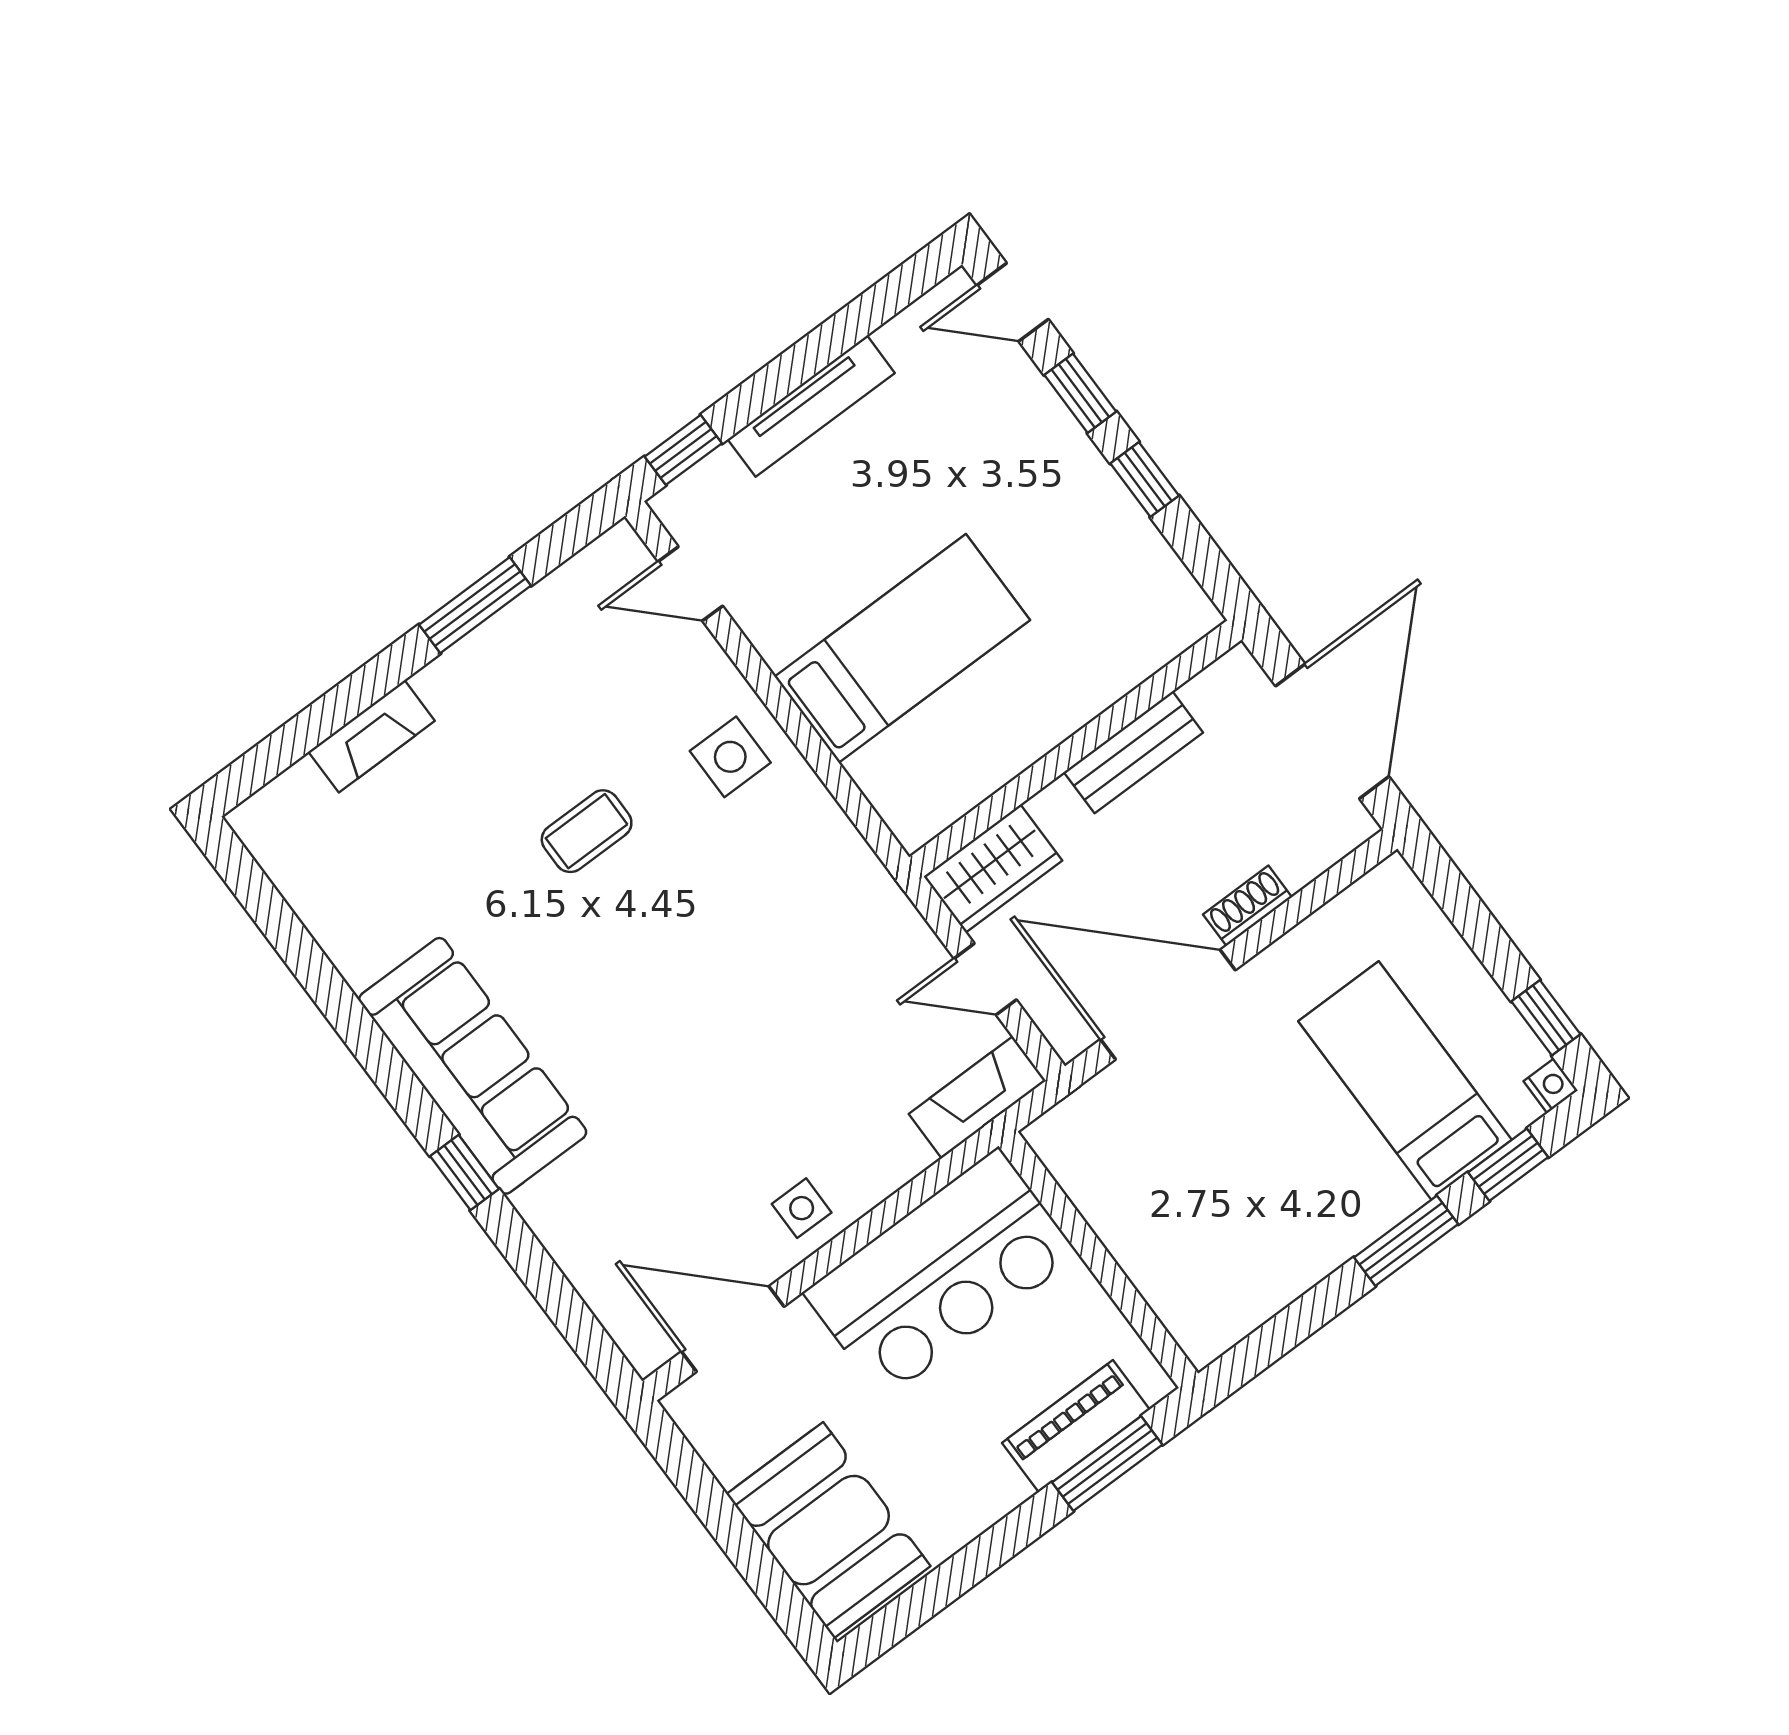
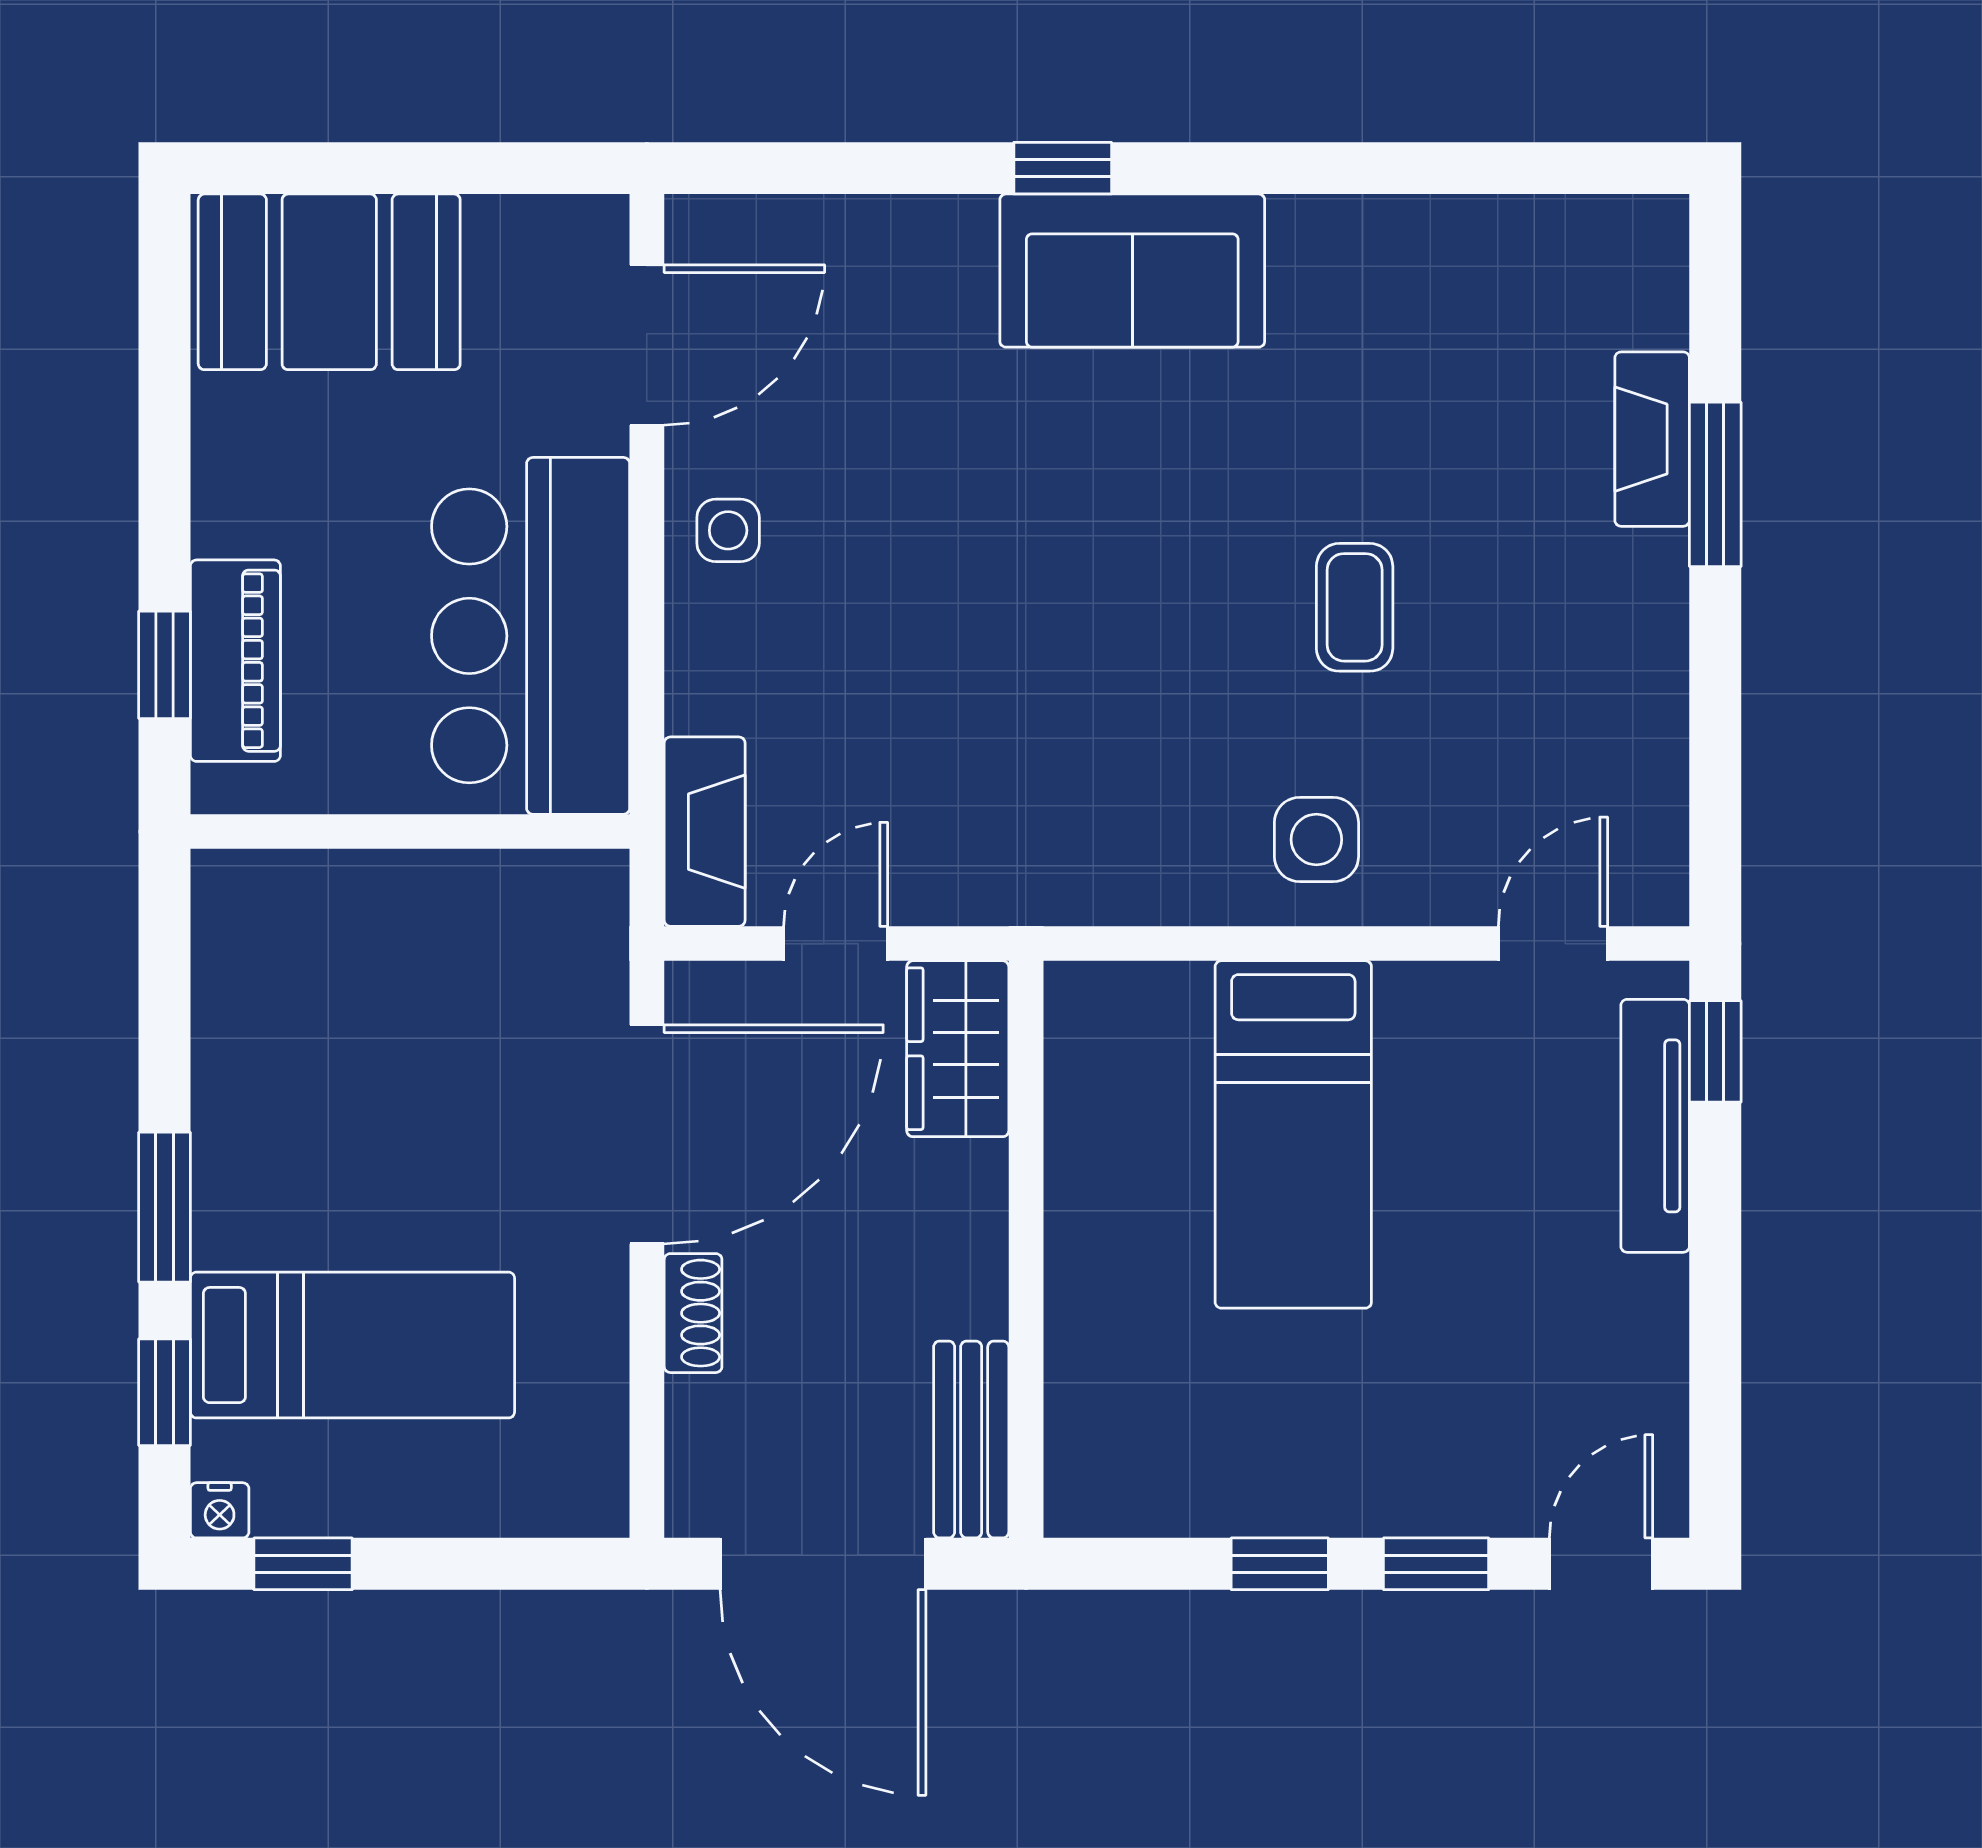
tv unit: (811, 406) -> (1655, 1126), moved
window: (475, 605) -> (1715, 484), moved
bench: (1133, 752) -> (971, 1439), moved
sofa: (473, 1066) -> (1132, 271), width x0.73
window: (1107, 1464) -> (164, 665), width x0.67

